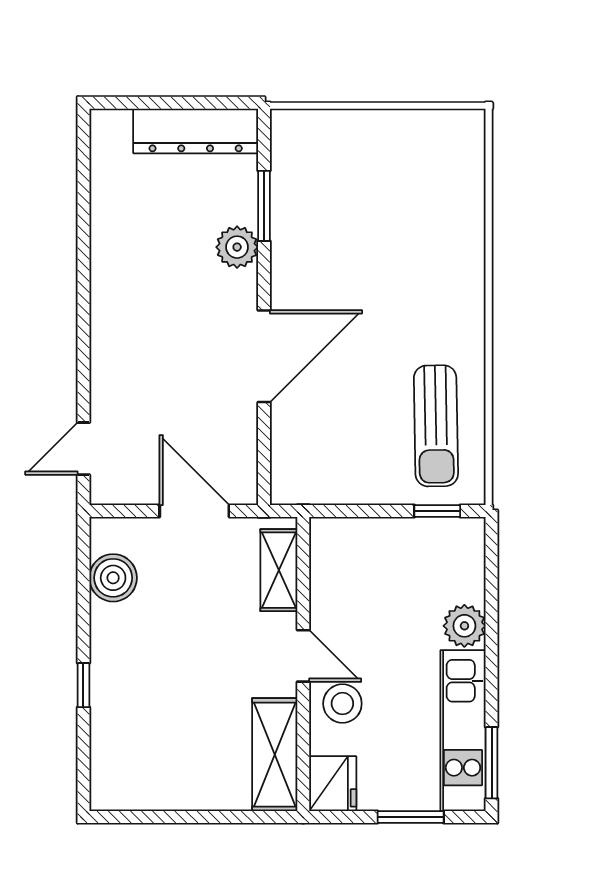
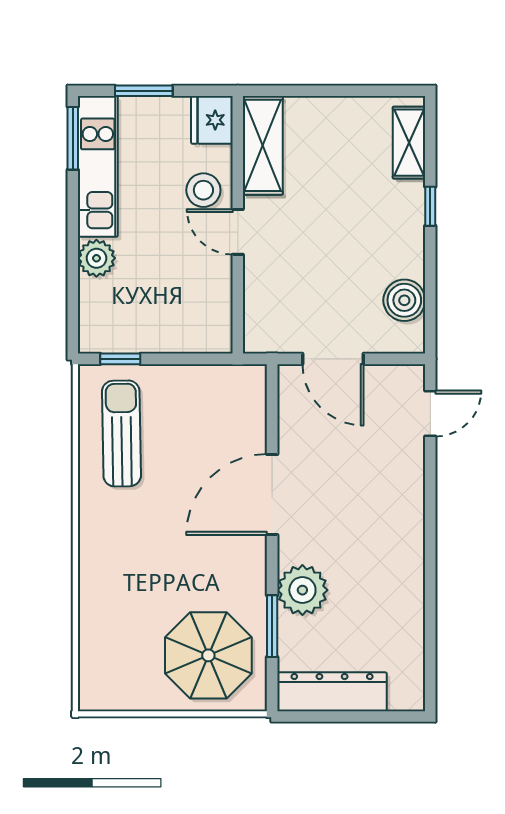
parasol: (337, 173) -> (208, 655), added
plant: (237, 247) -> (302, 590), width x1.36, depth x1.36
shelving: (279, 570) -> (409, 143), moved

